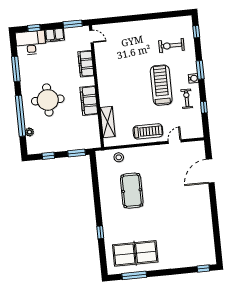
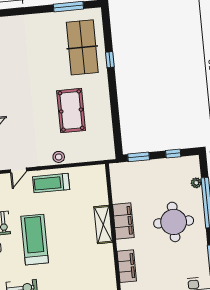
treadmill: (161, 85) -> (35, 240), turned 180
shelving: (108, 122) -> (103, 224), moved
stool: (119, 157) -> (59, 157), moved
table tennis table: (135, 253) -> (82, 47), moved, turned 90

